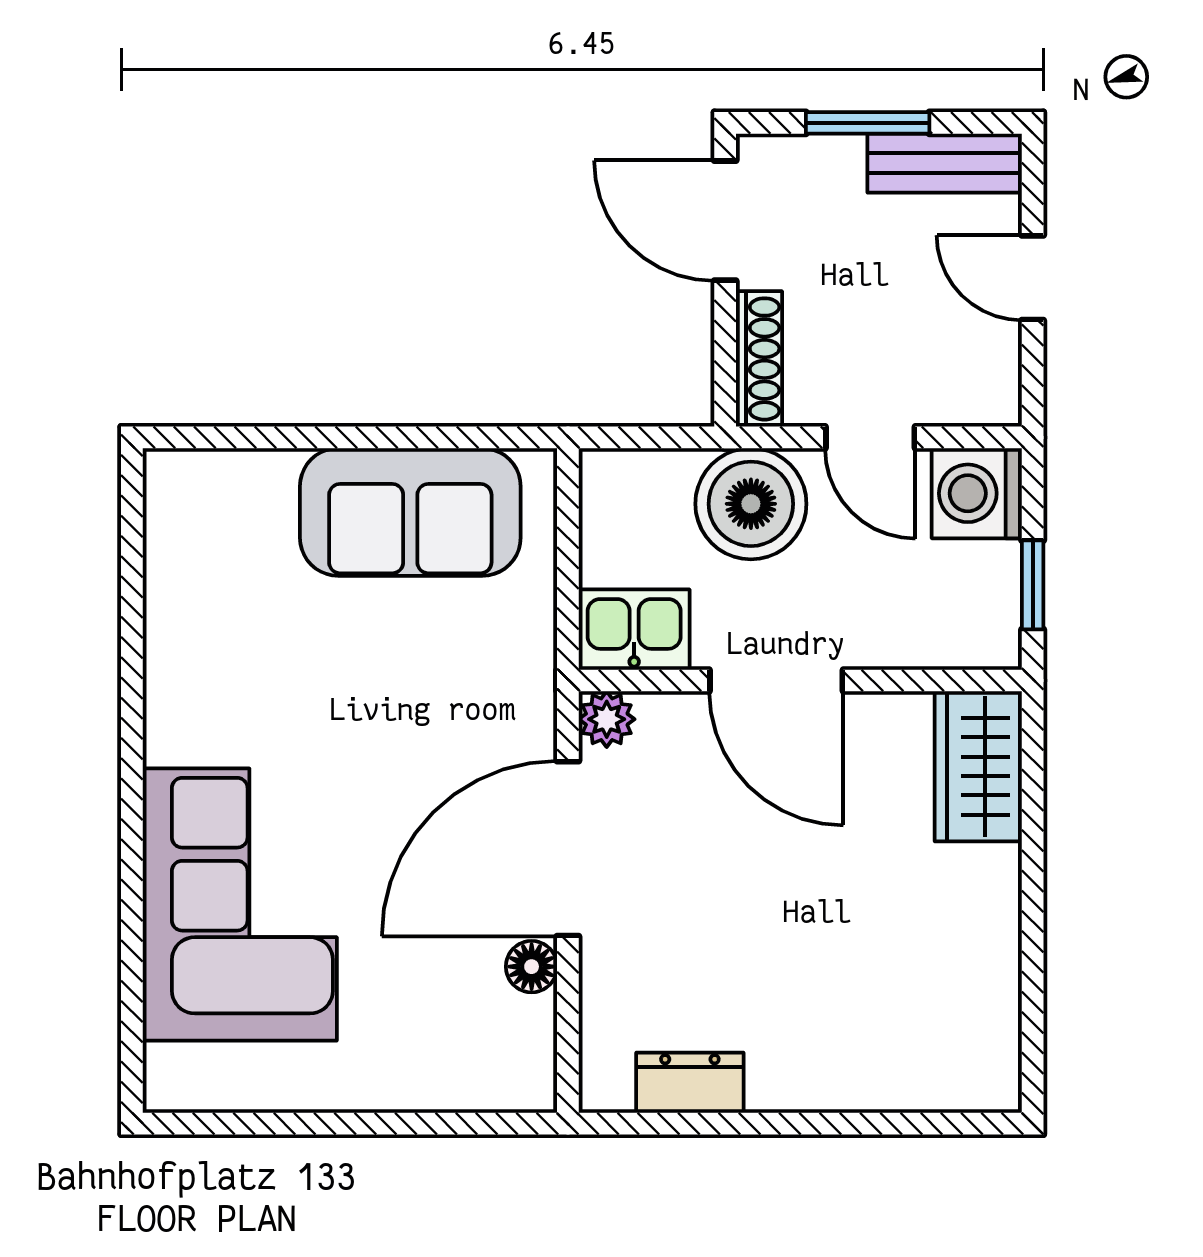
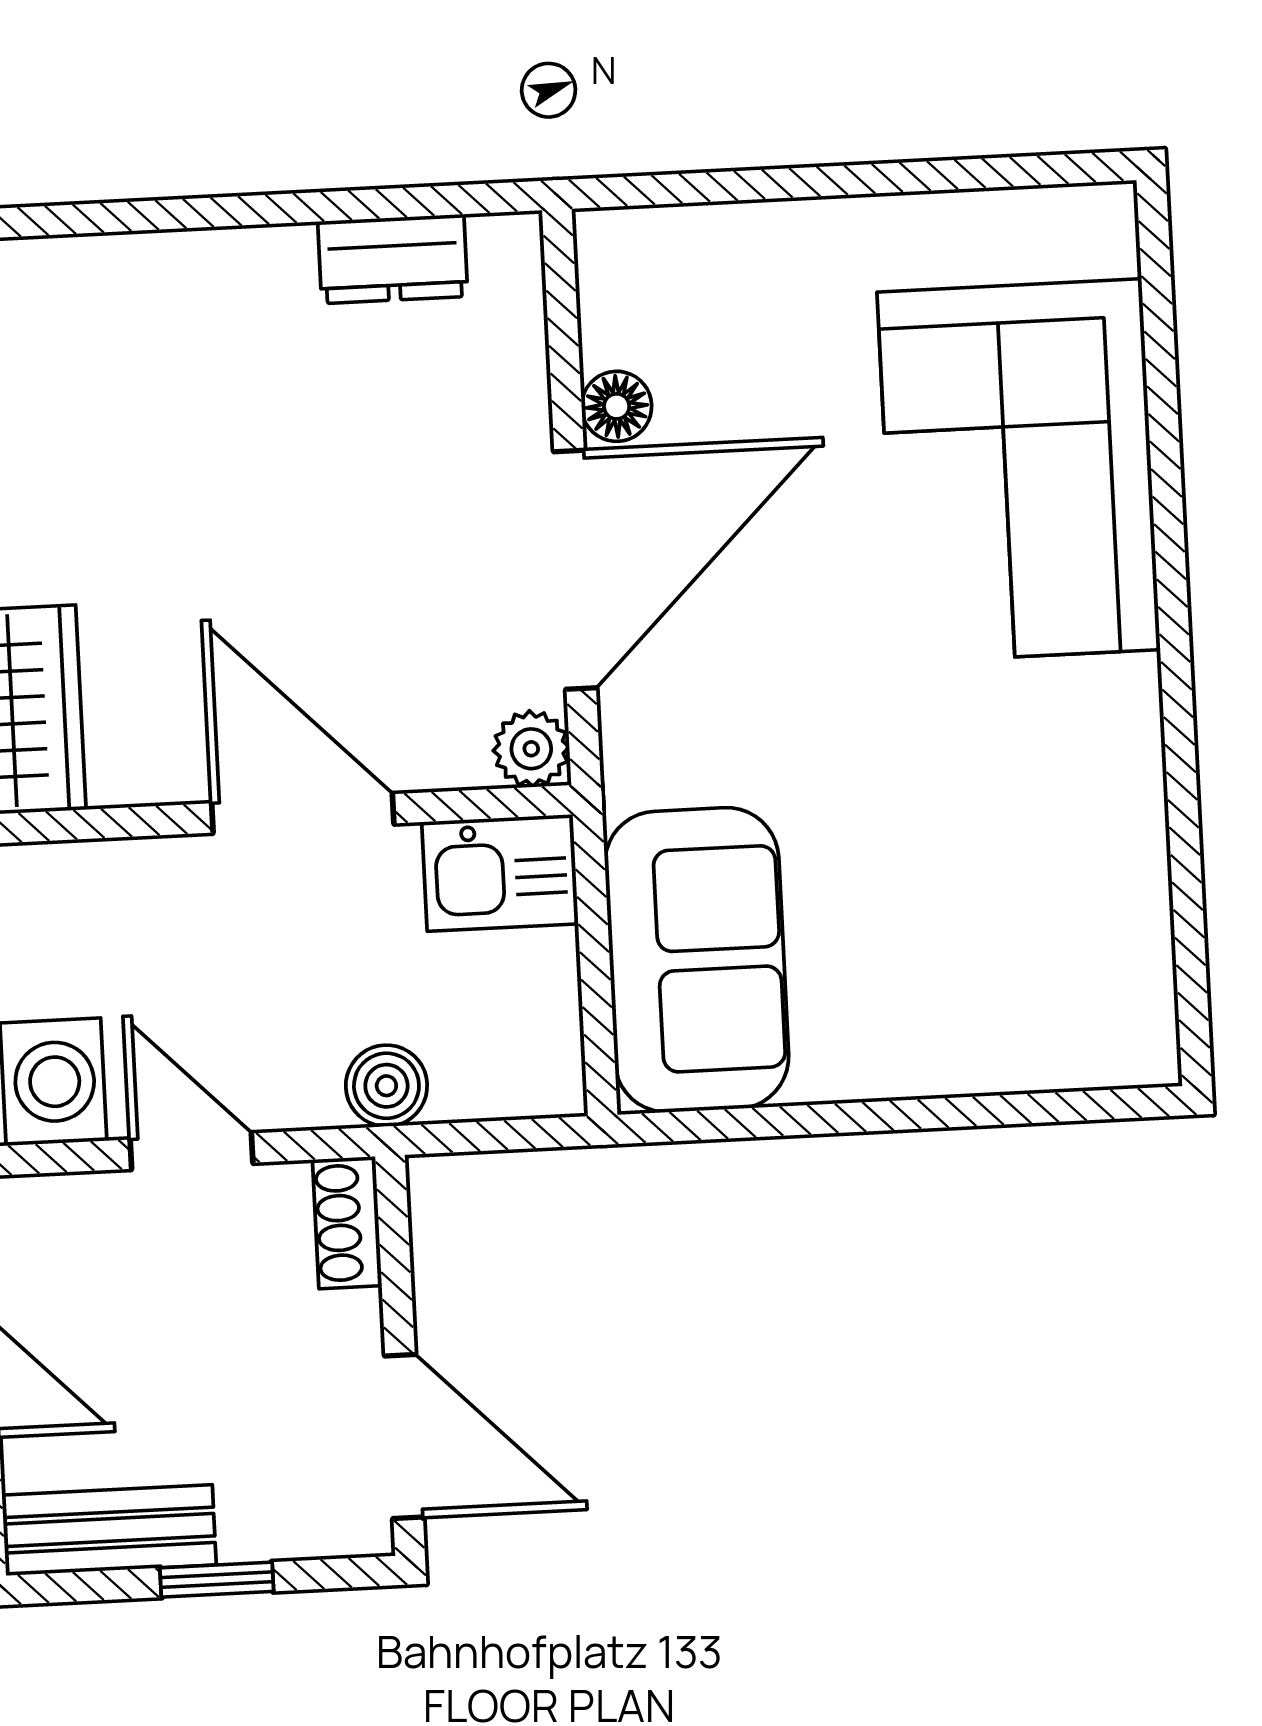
window: (868, 123) -> (217, 1580), width x0.67
shoe rack: (759, 359) -> (347, 1223), width x0.70
boiler: (751, 504) -> (386, 1086), width x0.54, depth x0.54
sofa: (410, 512) -> (697, 960), moved, turned 90

